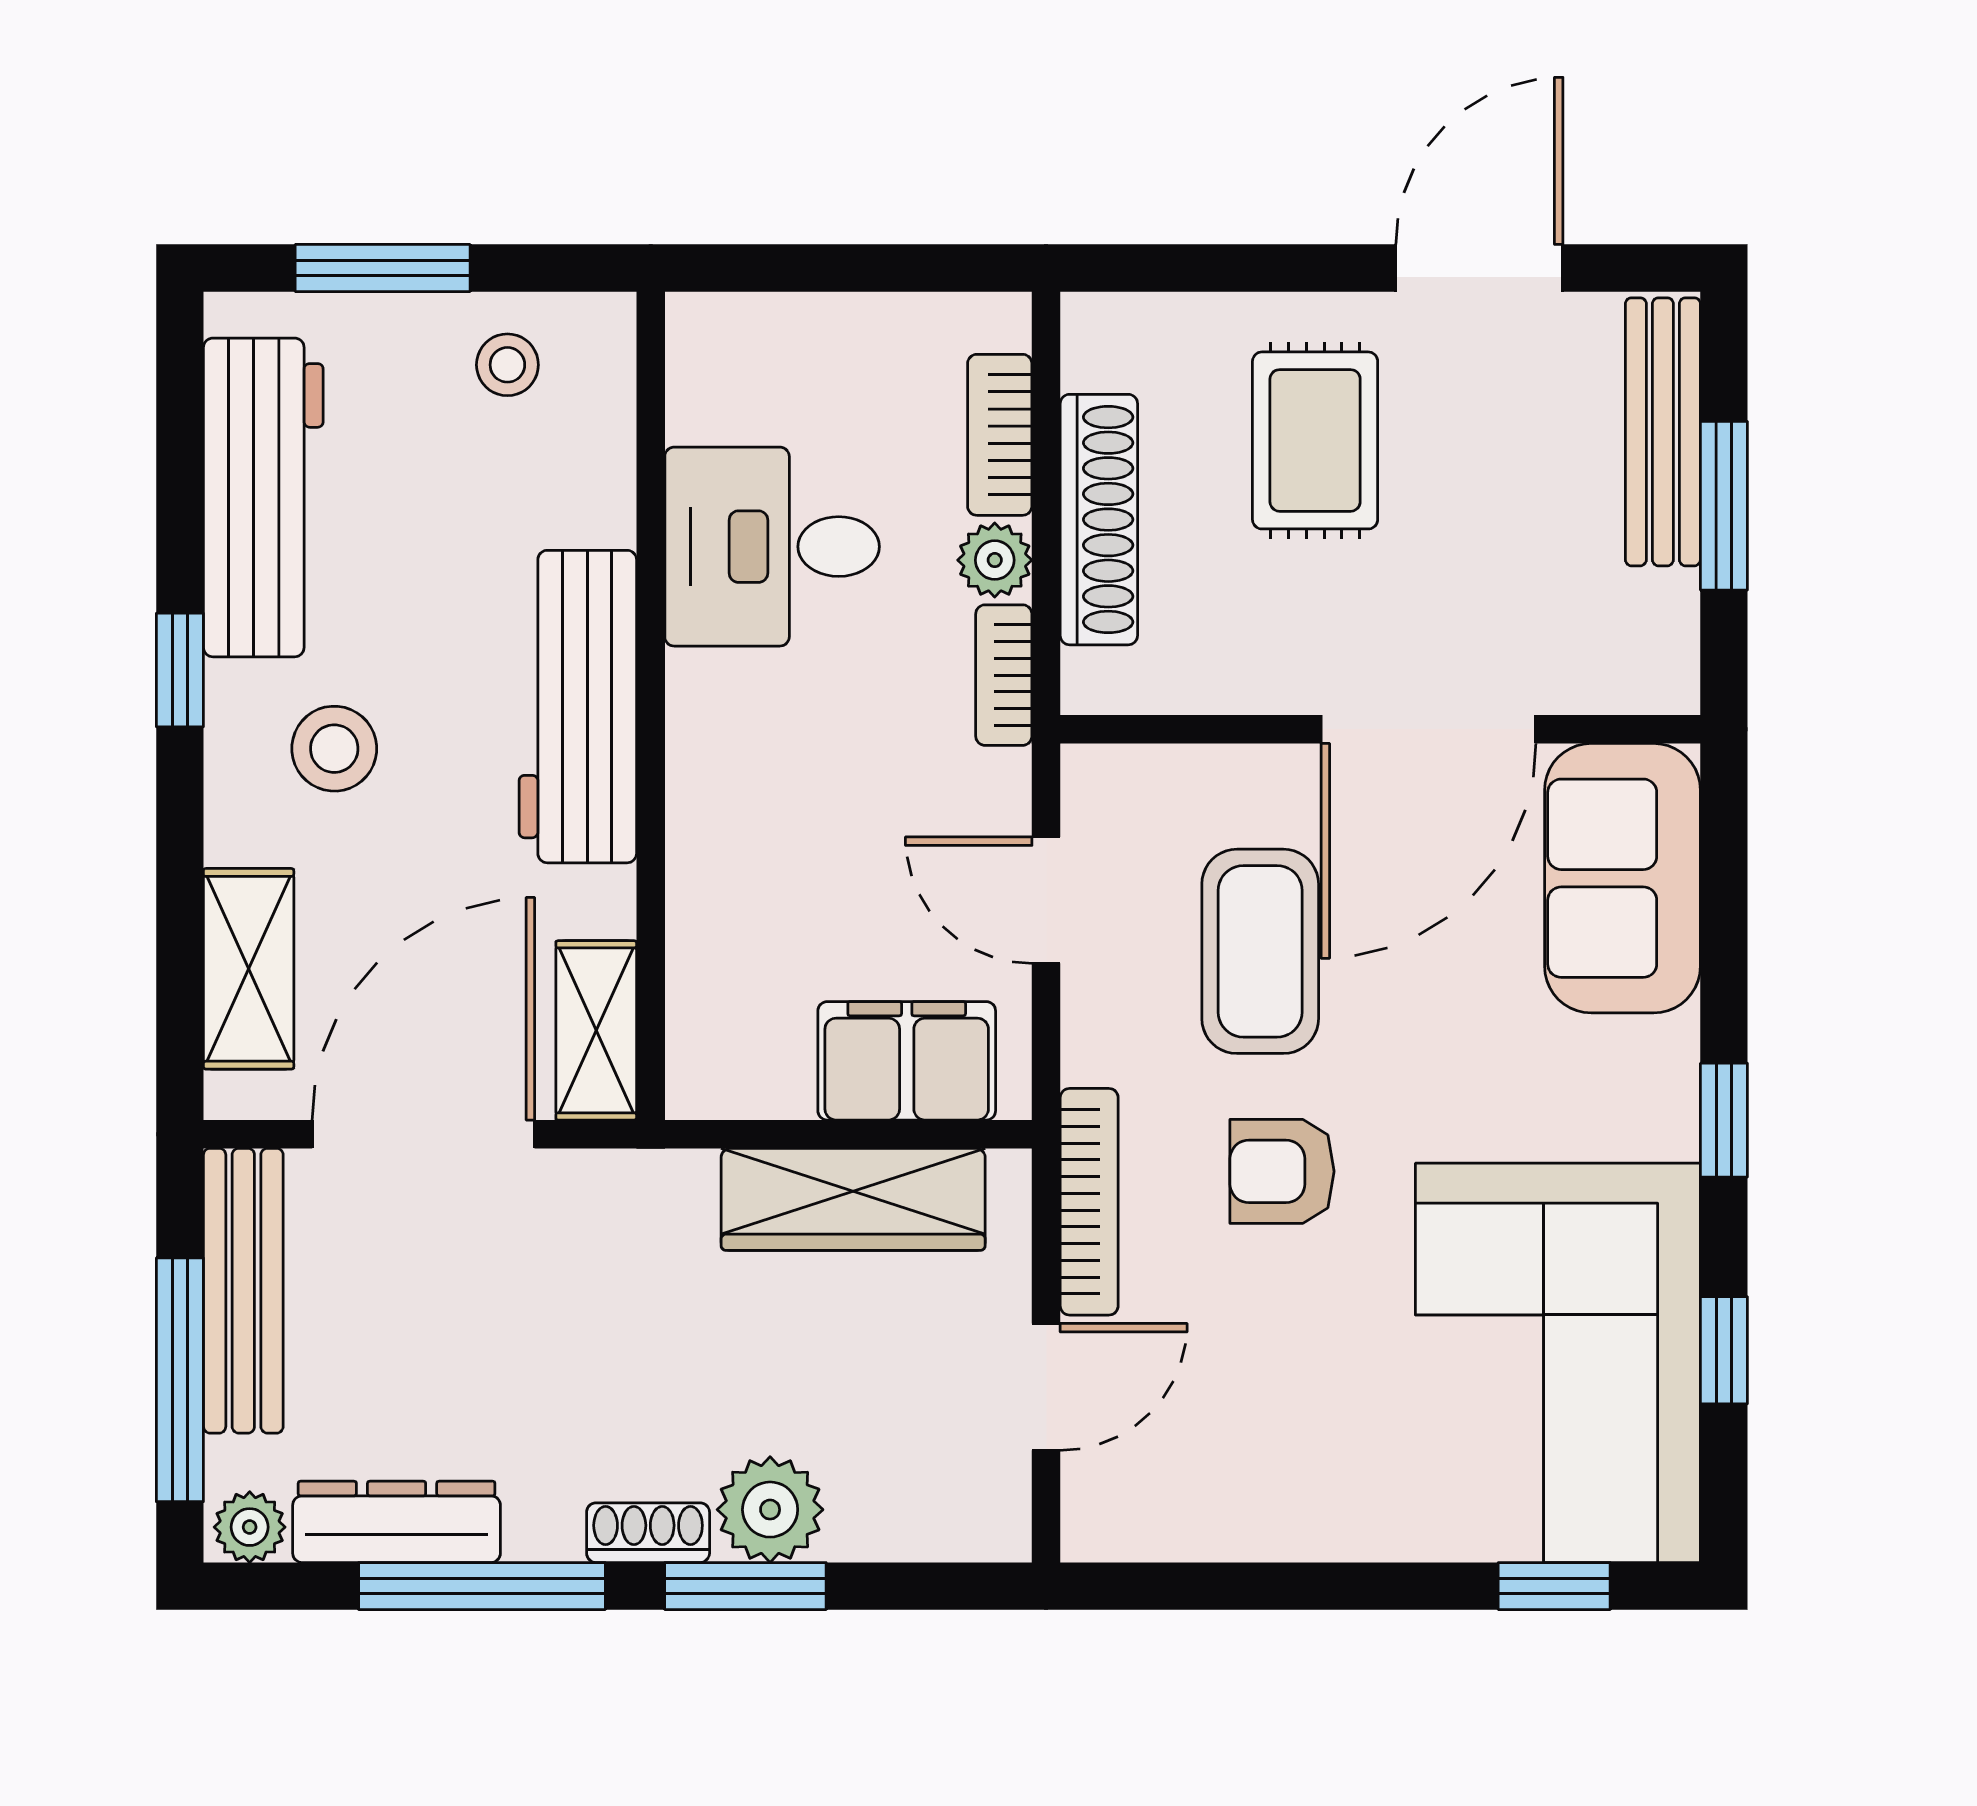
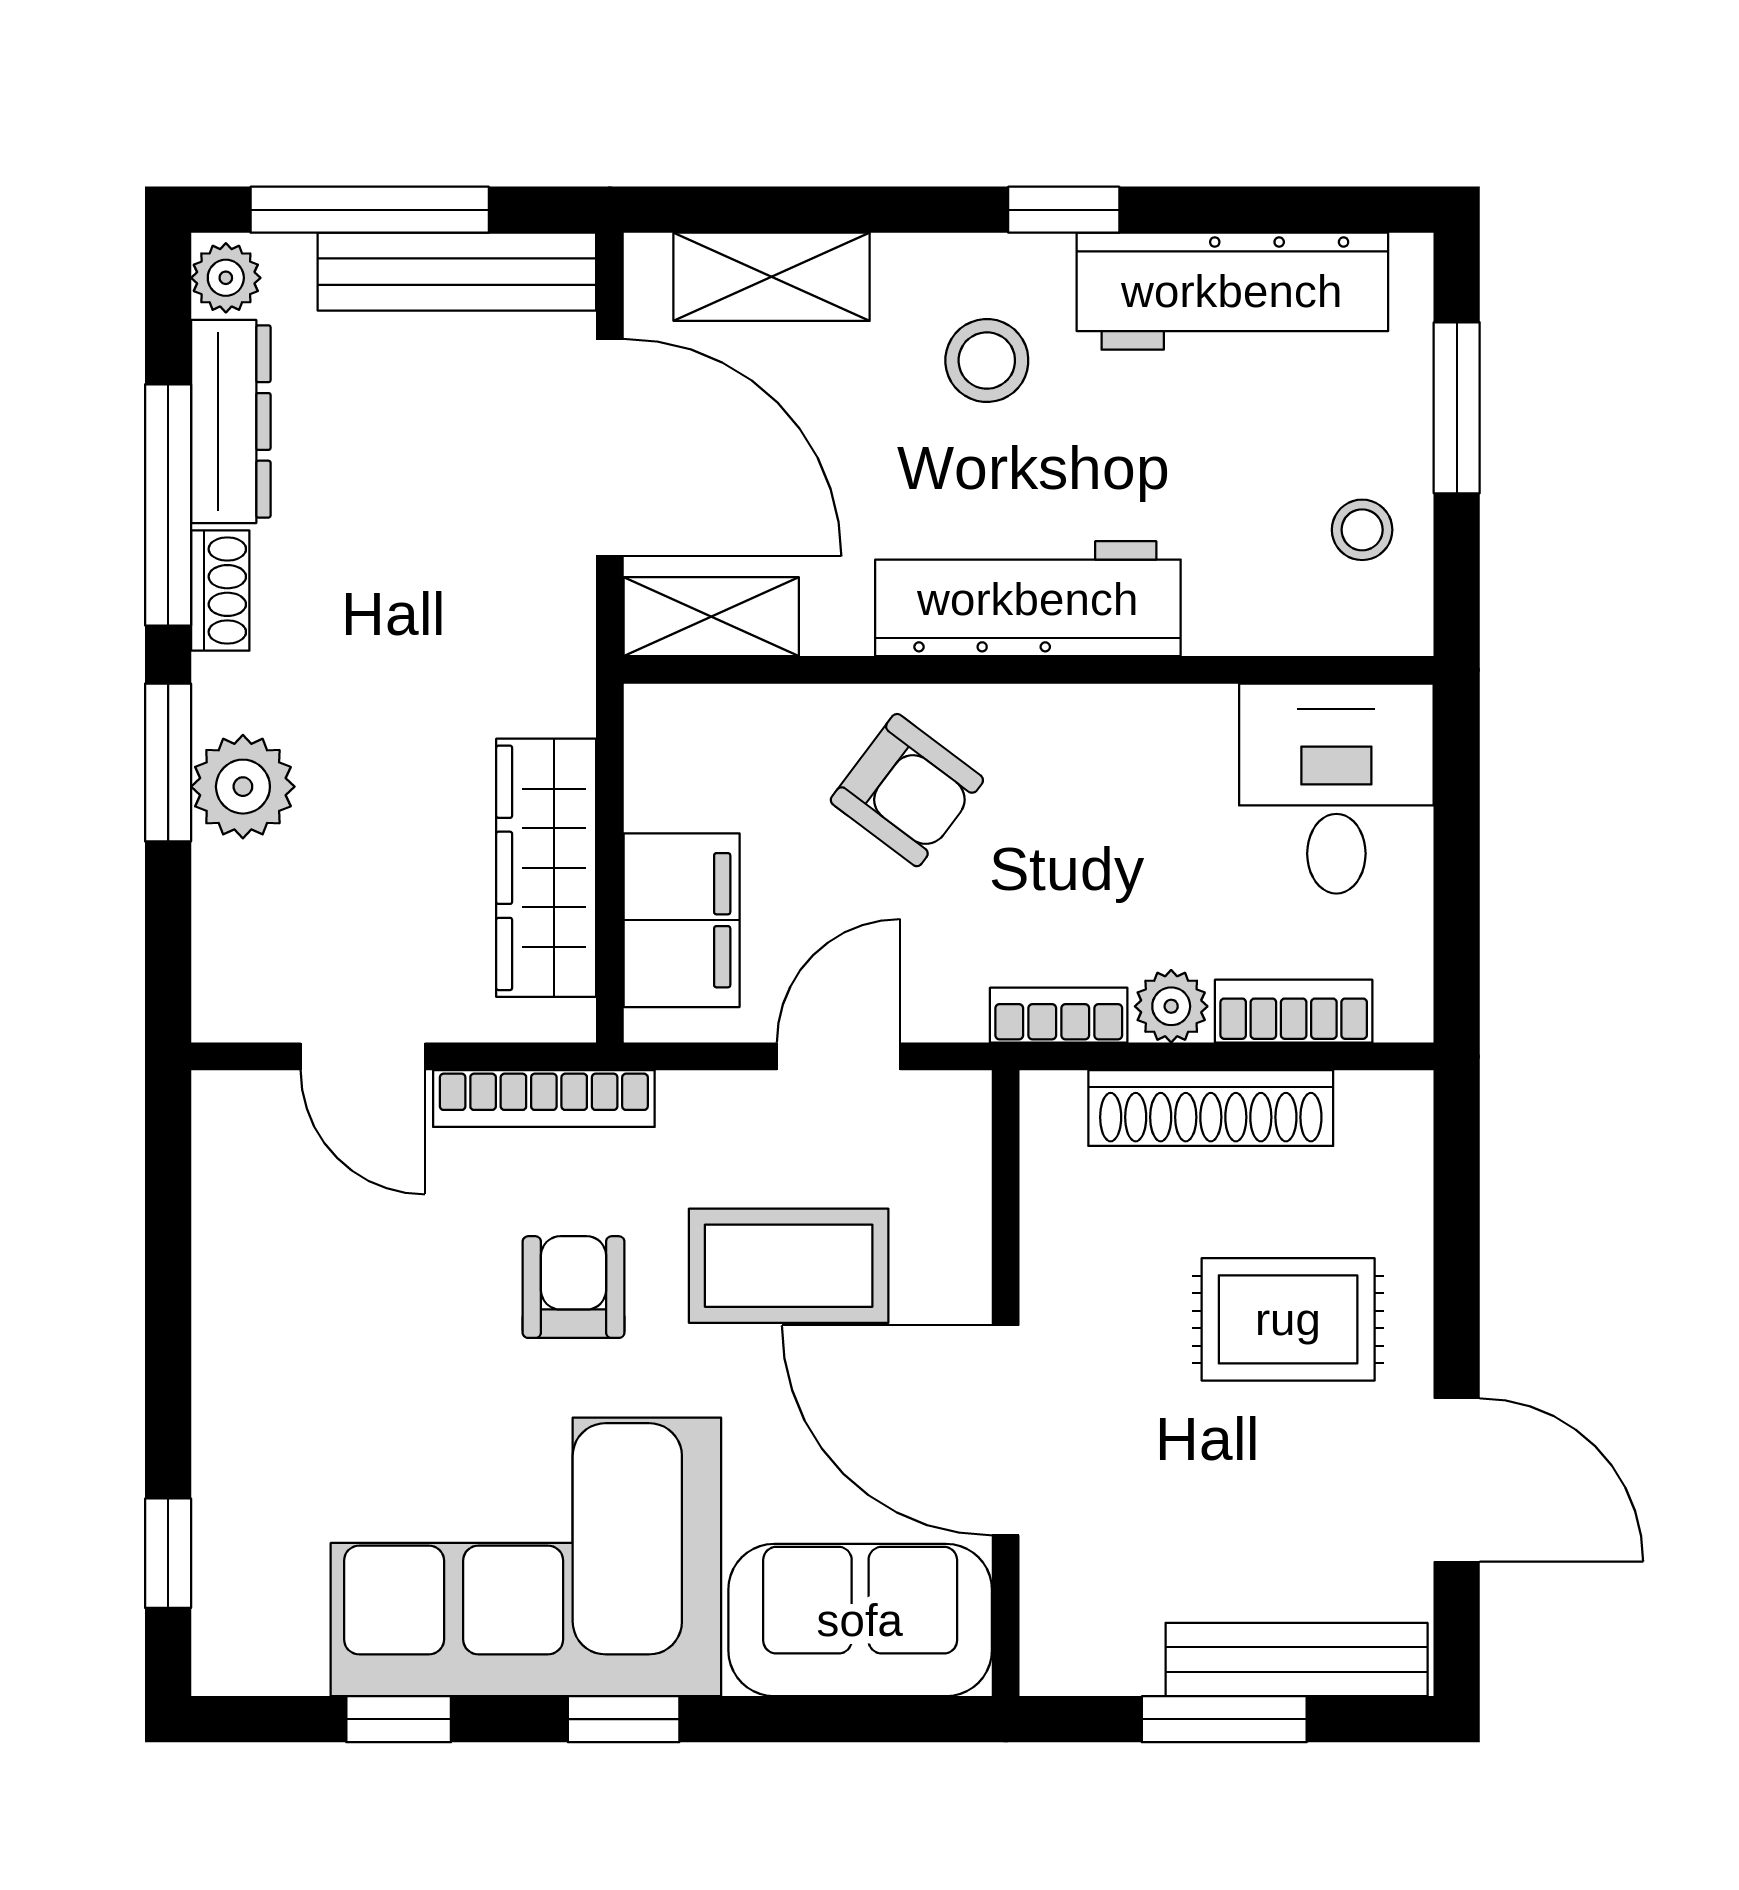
desk: (772, 547) -> (1336, 789), moved
armchair: (774, 830) -> (907, 790), added
corner sofa: (1558, 1363) -> (526, 1557), moved
shoe rack: (648, 1533) -> (220, 591), moved

